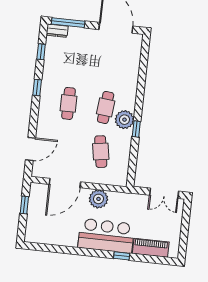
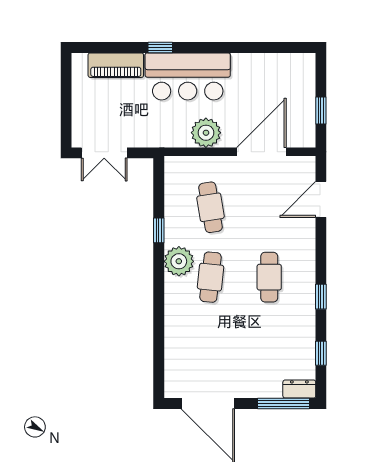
window: (136, 129) -> (159, 230), moved
double door: (164, 193) -> (104, 153), swing flipped

